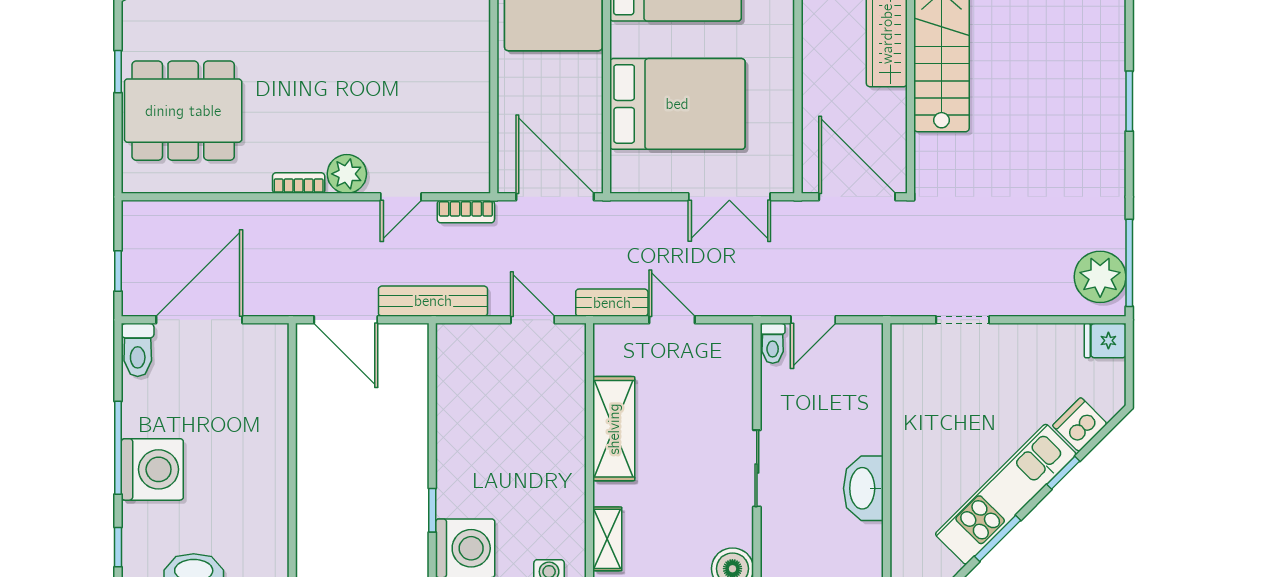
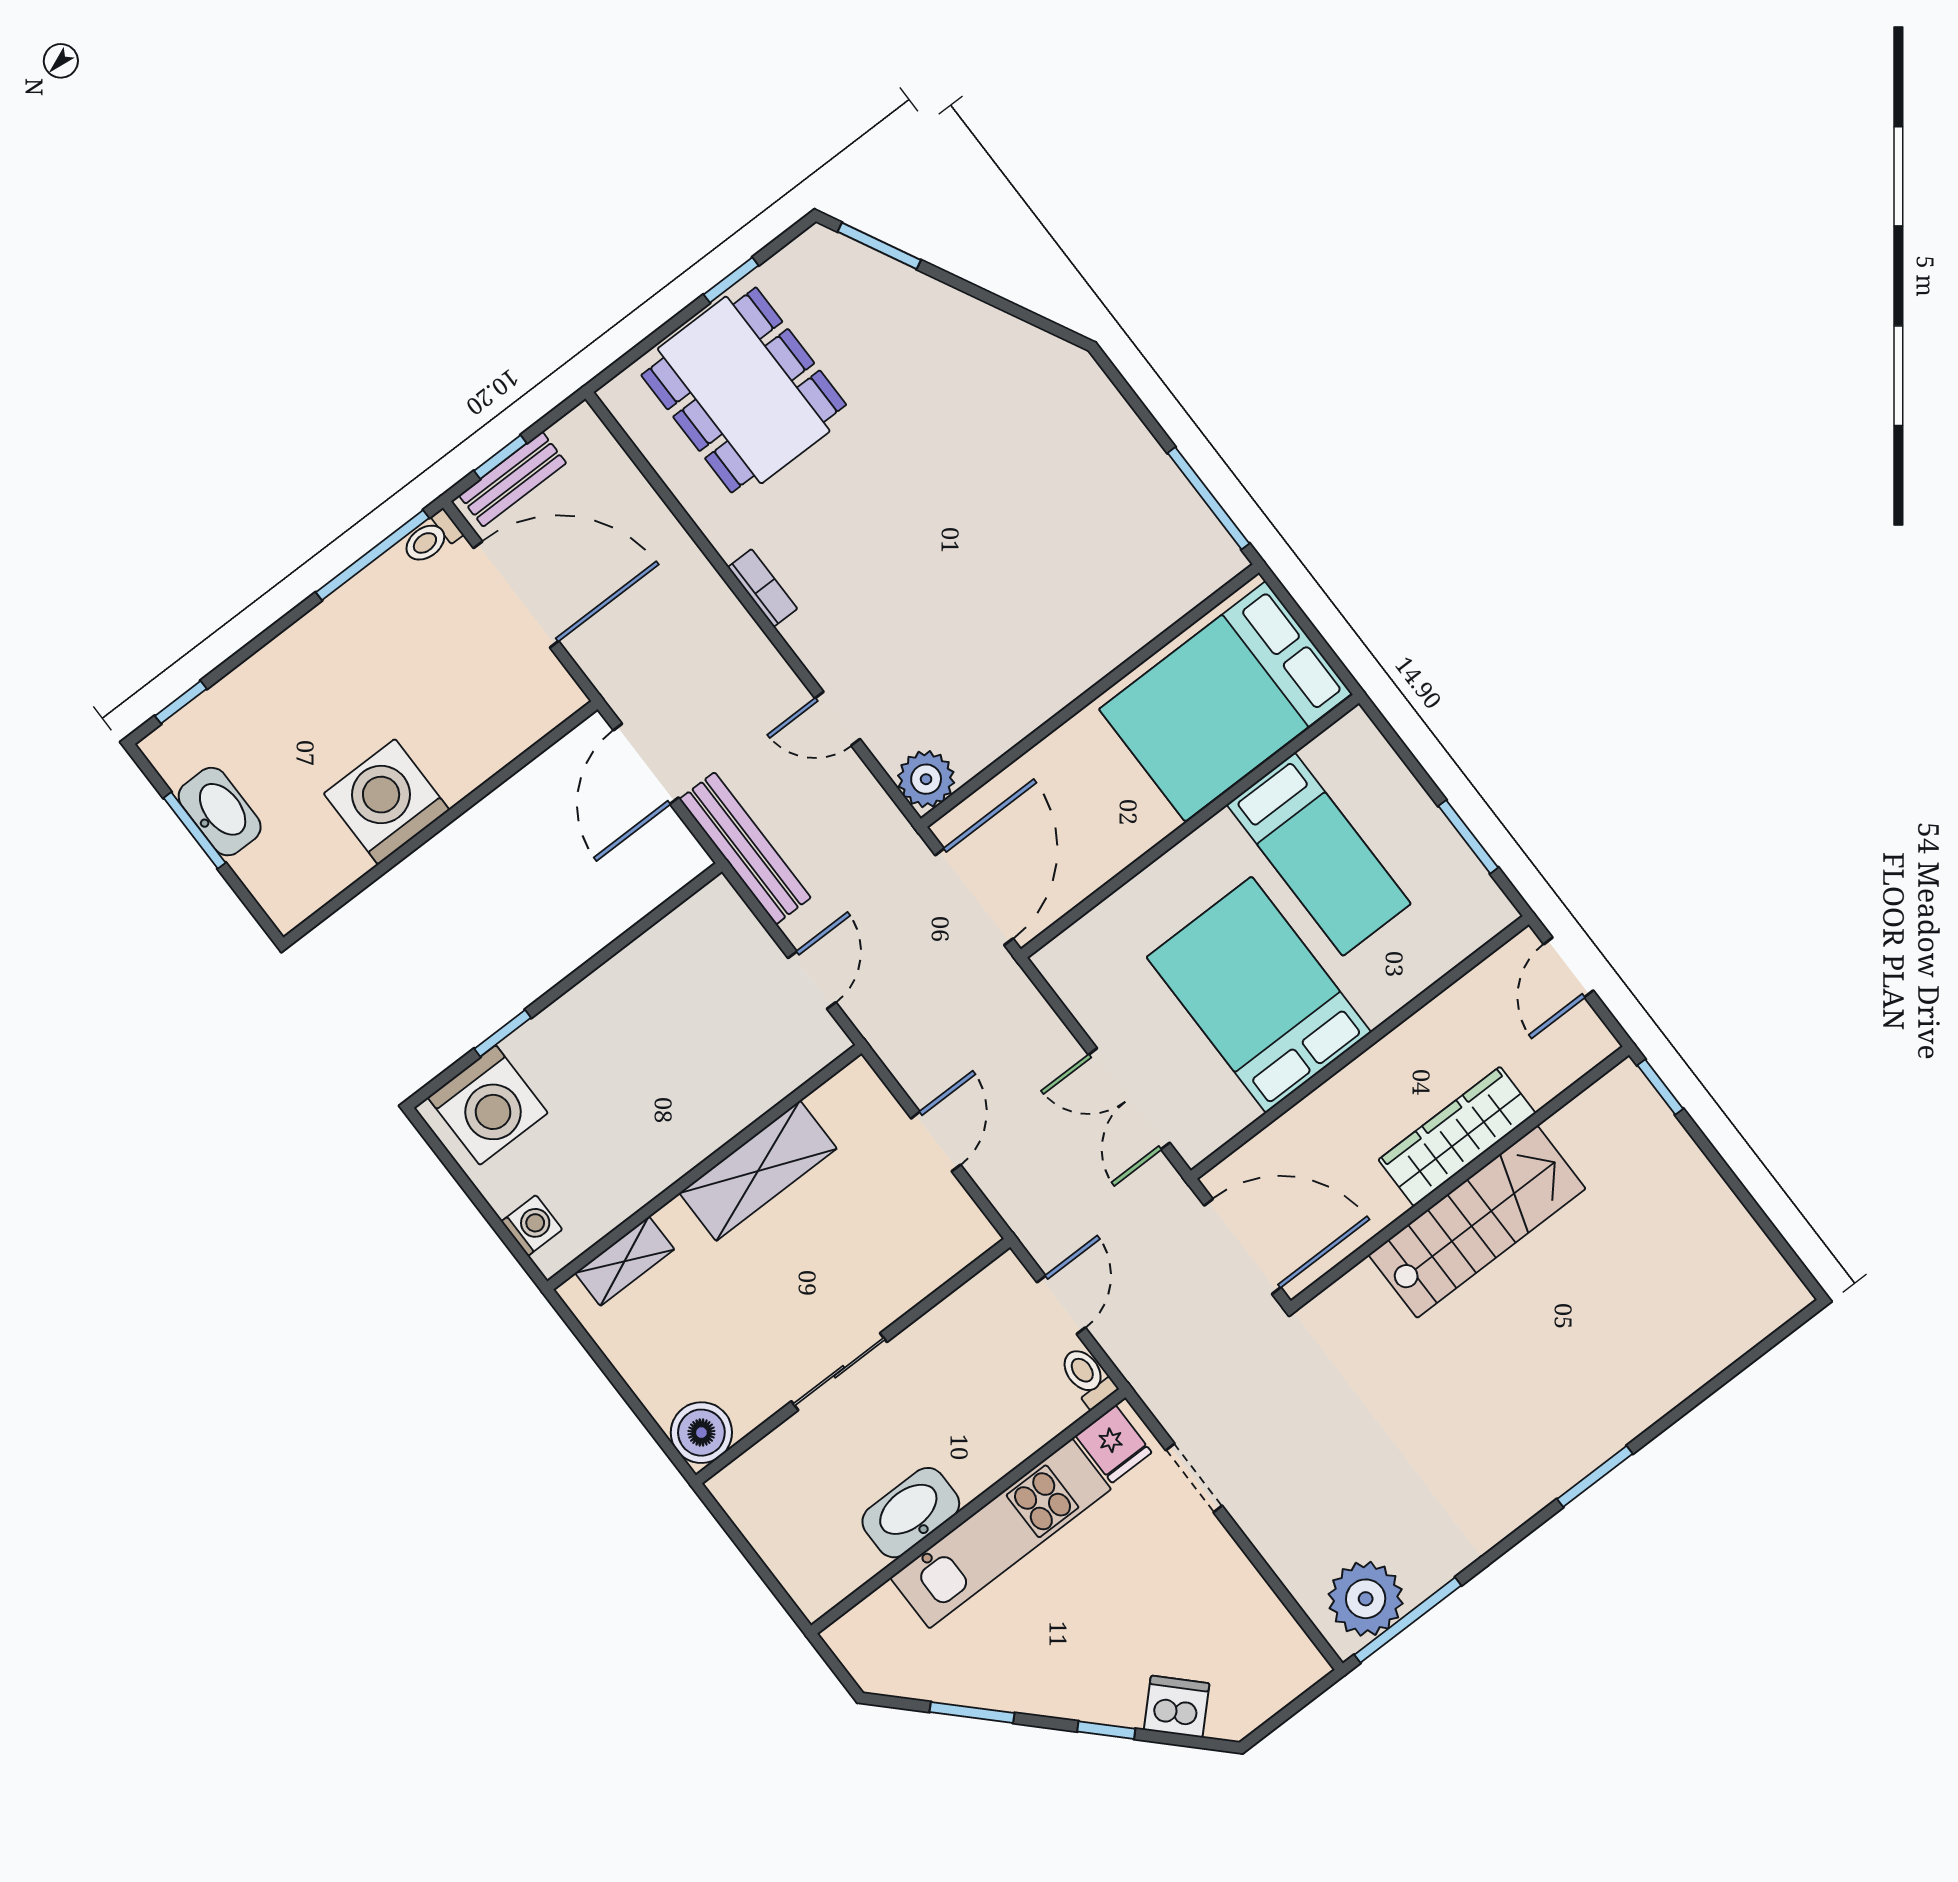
bed: (677, 104) -> (1259, 995), moved, turned 180
plant: (347, 174) -> (926, 779), moved
door: (857, 197) -> (1242, 1246), hinge flipped
bookcase: (466, 212) -> (878, 807), removed
bench: (612, 303) -> (513, 479), moved, turned 90
door: (813, 320) -> (1061, 1305), swing flipped
fridge: (1105, 341) -> (1114, 1444), moved, turned 180
toilet: (773, 343) -> (1087, 1377), moved, turned 90
toilet: (138, 350) -> (431, 538), width x0.73, depth x0.72
window: (118, 448) -> (373, 555), moved
washing machine: (152, 469) -> (387, 802), moved, turned 180
kitchen unit: (1006, 494) -> (1001, 1533), moved, turned 135

